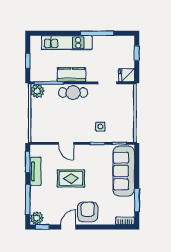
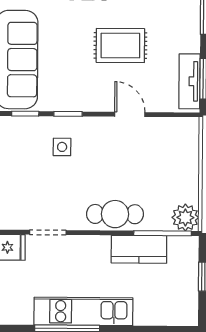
kitchen unit: (67, 43) -> (83, 311), moved
kitchen counter: (71, 75) -> (139, 249), moved
tv unit: (36, 171) -> (189, 81), moved

